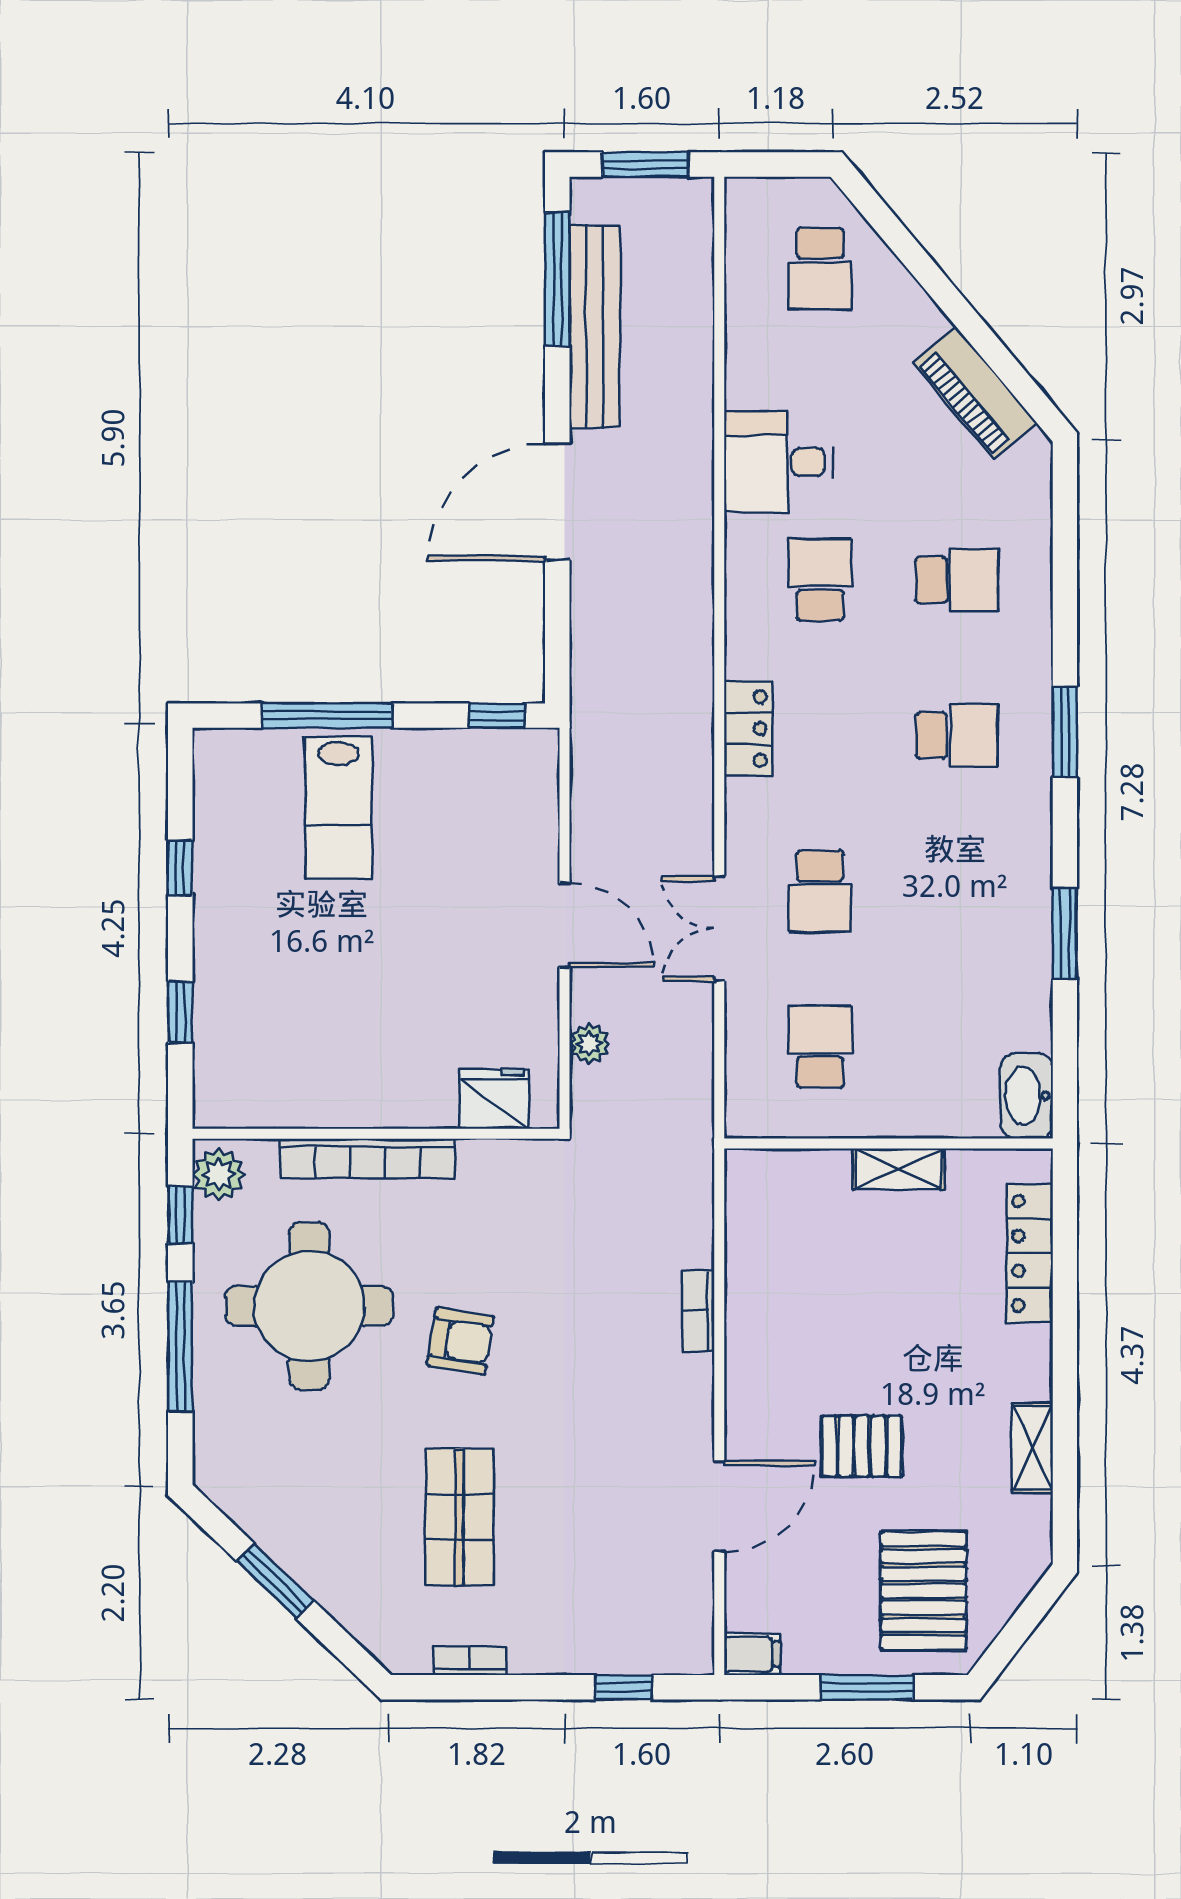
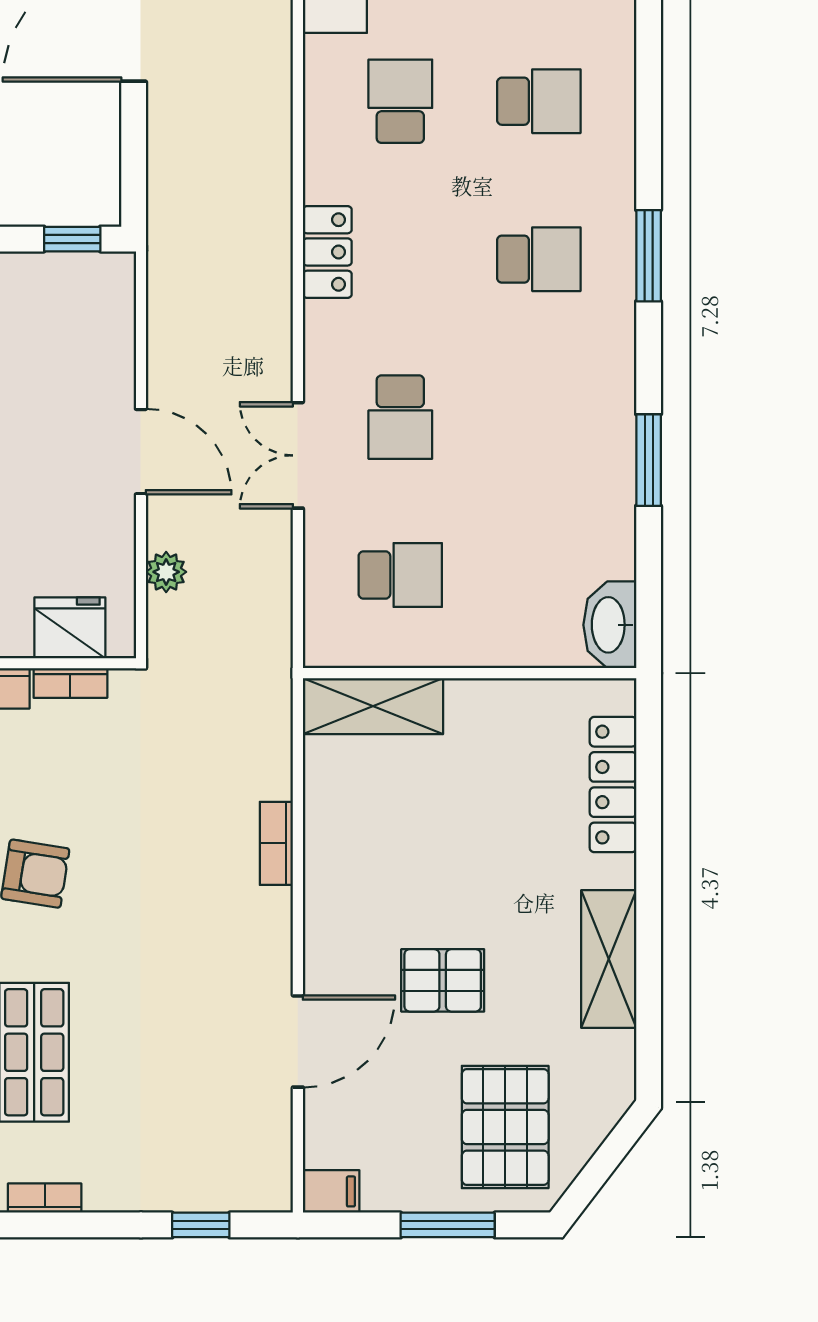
school desk: (820, 1047) -> (400, 575), turned 90
bookcase: (495, 1153) -> (70, 683), added
shelving: (899, 1169) -> (373, 706), moved, width x1.50, depth x1.33
shelving: (1032, 1448) -> (609, 959), width x1.50, depth x1.33

